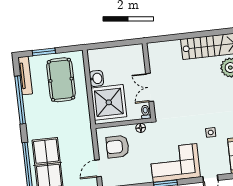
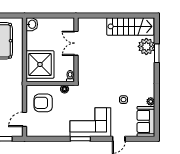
washbasin: (96, 78) -> (32, 24), moved
double door: (150, 87) -> (76, 43), moved

